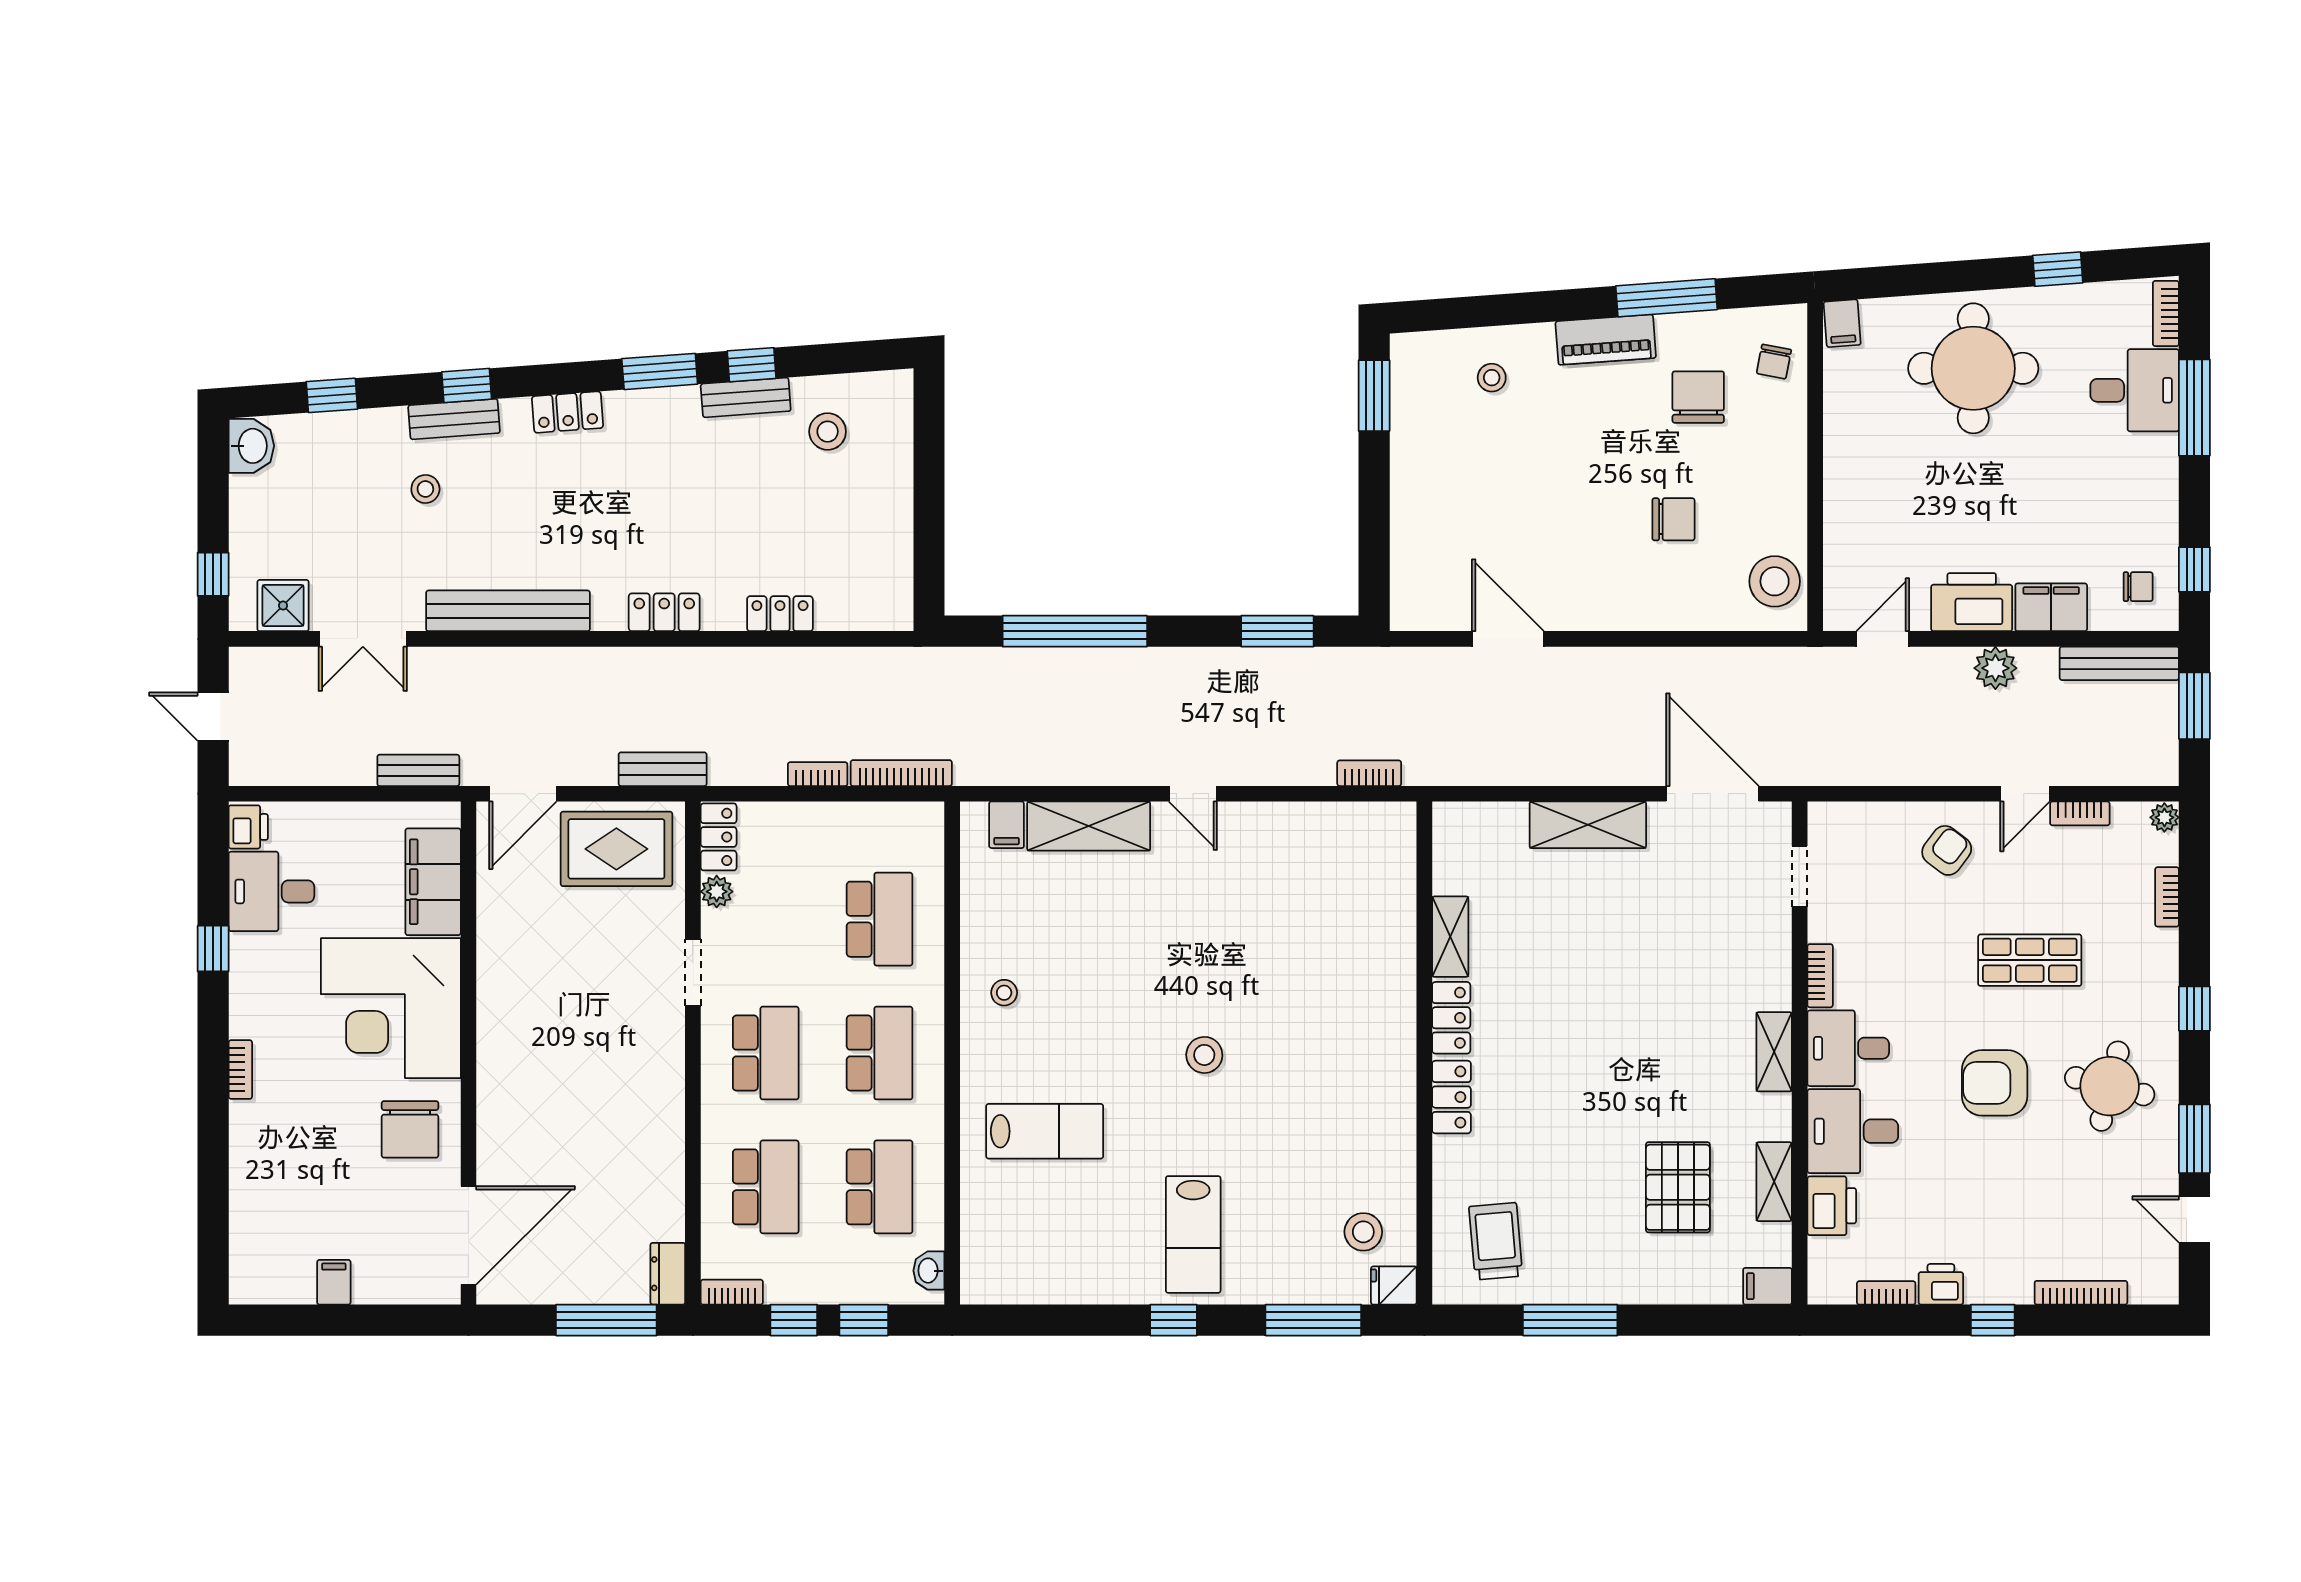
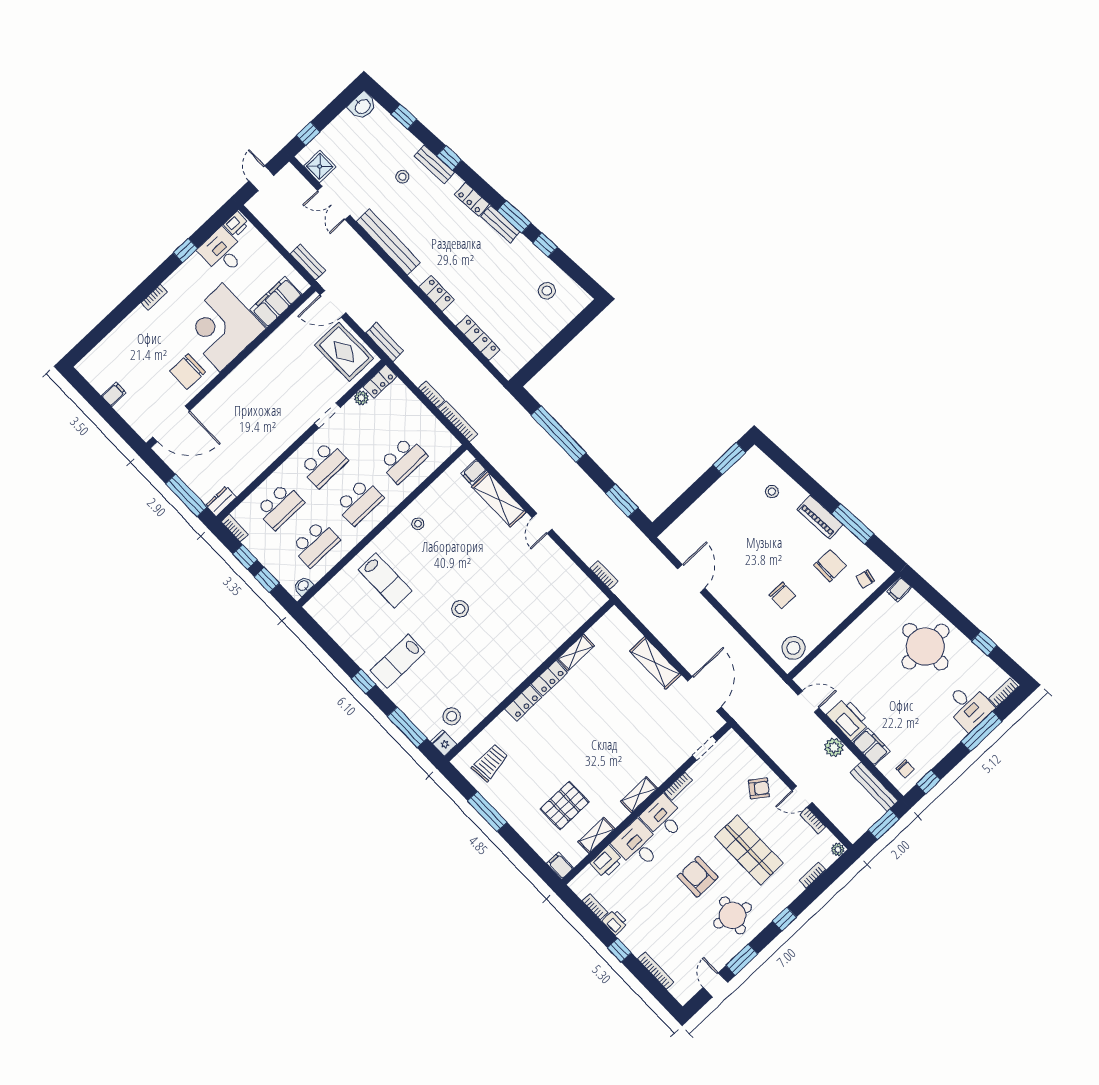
bench: (746, 397) -> (501, 224), moved
locker: (780, 614) -> (478, 338), width x1.53
shop shelf: (2030, 960) -> (749, 850), width x1.43, depth x1.36

